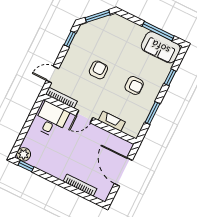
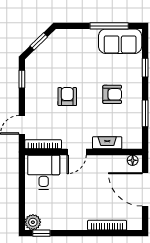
window: (98, 16) -> (39, 41), width x0.67
floor lamp: (125, 144) -> (133, 160), added

